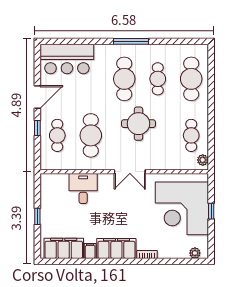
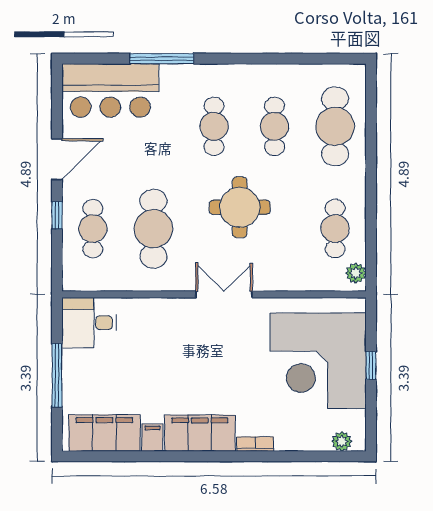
window: (131, 41) -> (162, 59), moved
cafe table: (124, 79) -> (214, 126), width x0.73, depth x0.74
double door: (130, 172) -> (224, 294), swing flipped
desk: (83, 189) -> (89, 323), moved, turned -90
window: (37, 216) -> (57, 375), width x2.17

